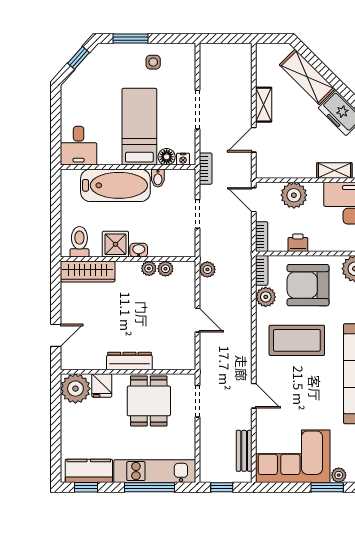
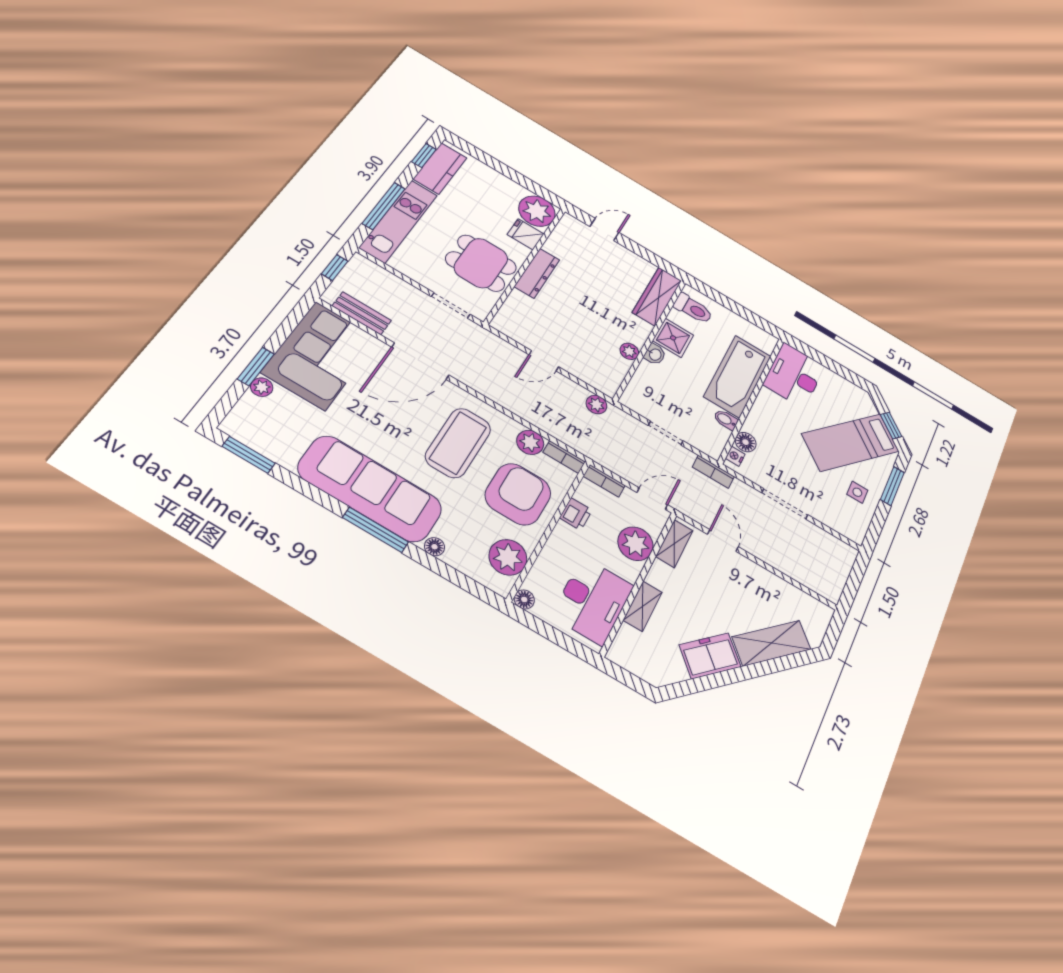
shelving: (264, 105) -> (674, 544), moved, turned 90
bed: (139, 127) -> (851, 442), moved, turned 132
desk: (79, 146) -> (794, 375), width x1.37
plant: (165, 269) -> (620, 366), removed
door: (56, 335) -> (604, 230), swing flipped
door: (254, 396) -> (420, 361), width x1.87

